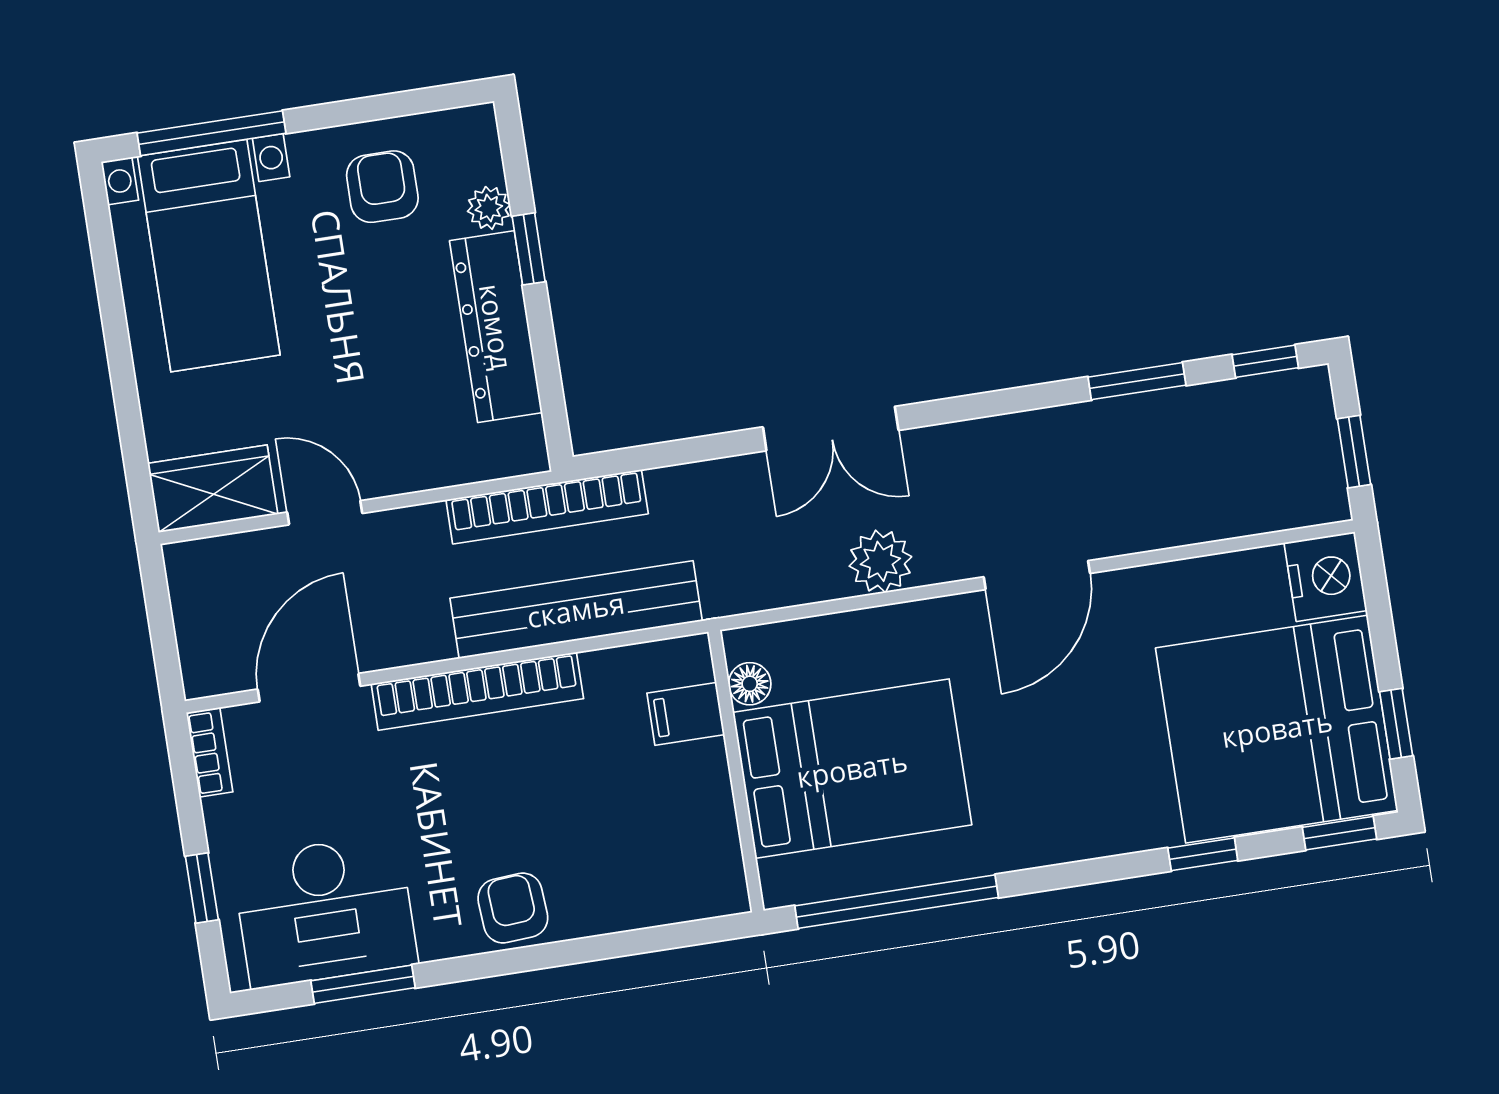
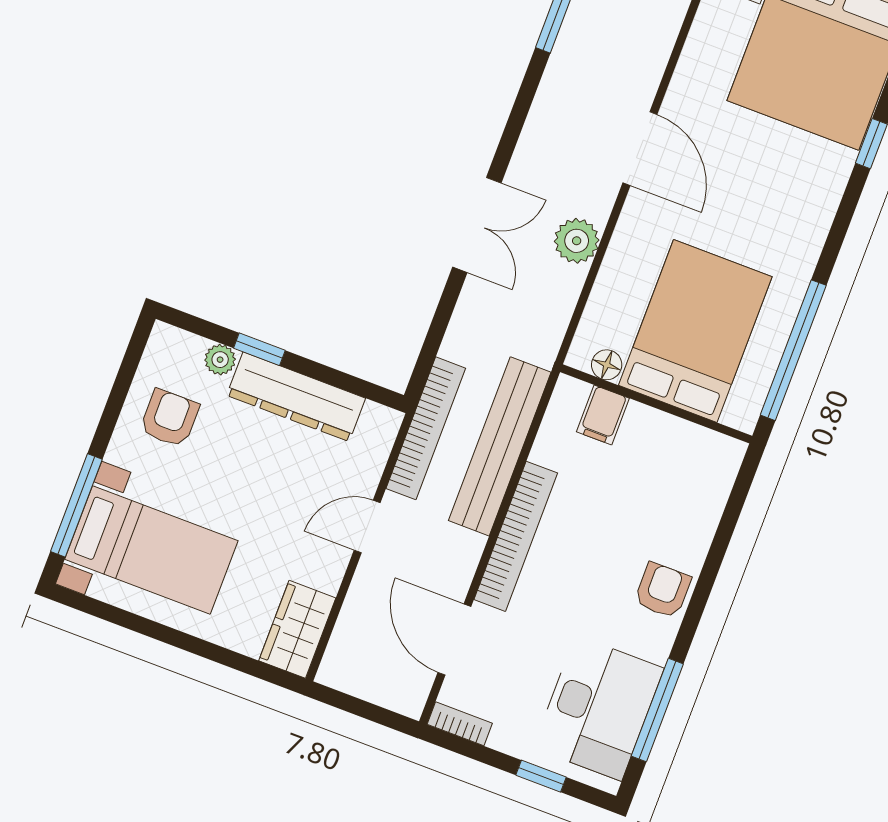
armchair: (382, 187) -> (170, 418), turned 90
door: (325, 513) -> (367, 527), moved
armchair: (513, 908) -> (663, 590), turned 94
window: (363, 984) -> (657, 710), width x1.44

